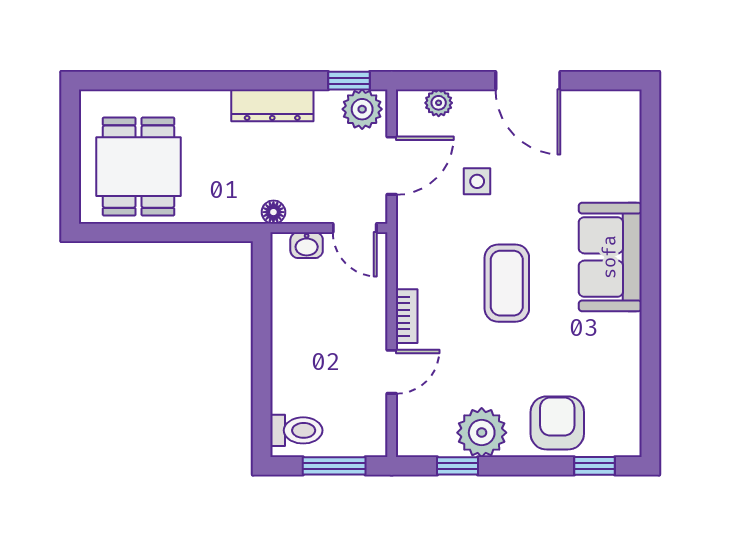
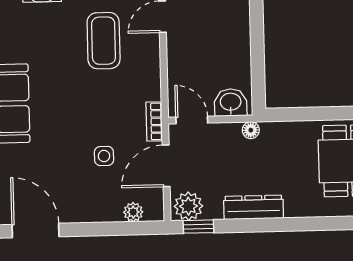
door: (528, 81) -> (35, 231), moved
washbasin: (307, 245) -> (231, 102), width x1.38, depth x1.45
coffee table: (507, 283) -> (104, 41), moved
bookcase: (407, 316) -> (154, 121), moved

